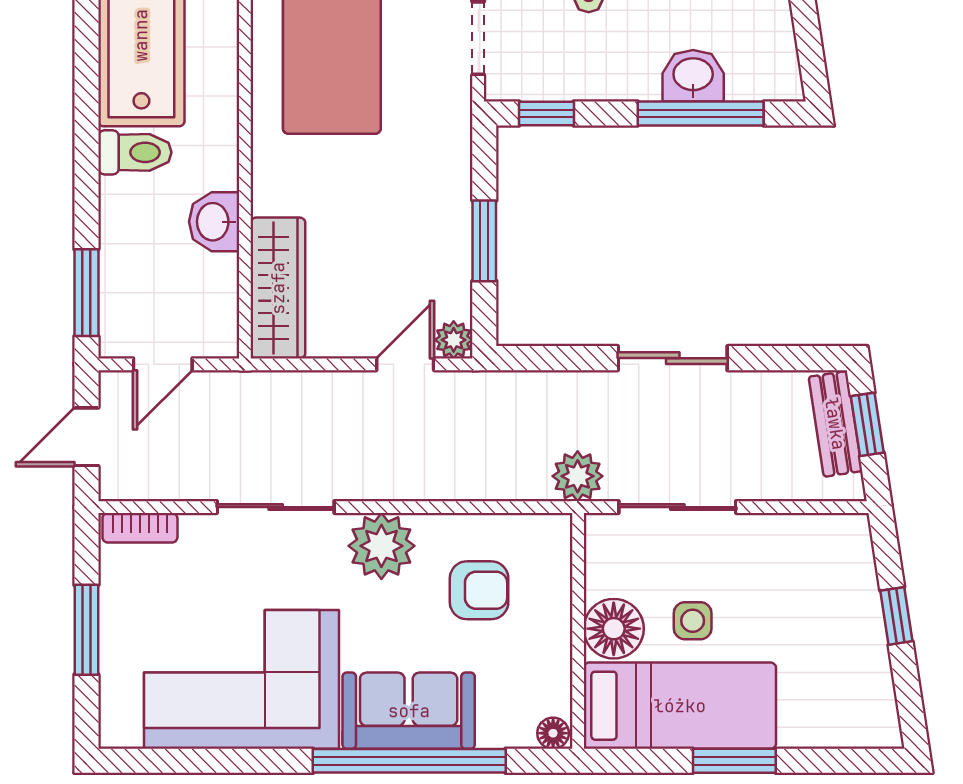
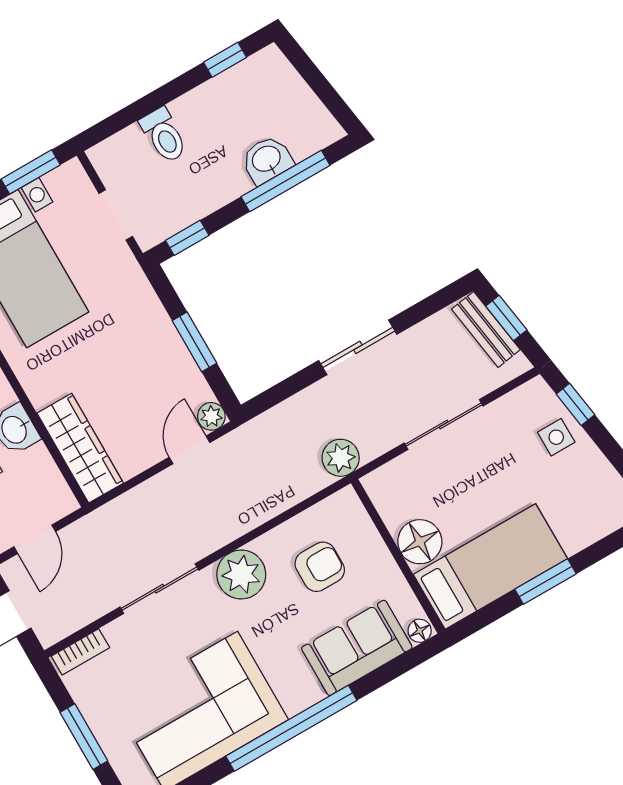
sliding door: (677, 507) -> (444, 425), moved
window: (896, 616) -> (575, 404), moved
side table: (693, 621) -> (556, 437), moved
sofa: (409, 711) -> (357, 648), moved
window: (409, 761) -> (291, 728), moved

